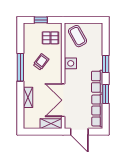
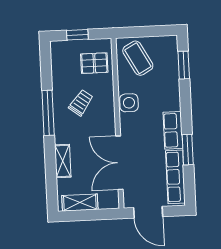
window: (106, 64) -> (184, 65), moved
shelving: (51, 124) -> (80, 203), moved

